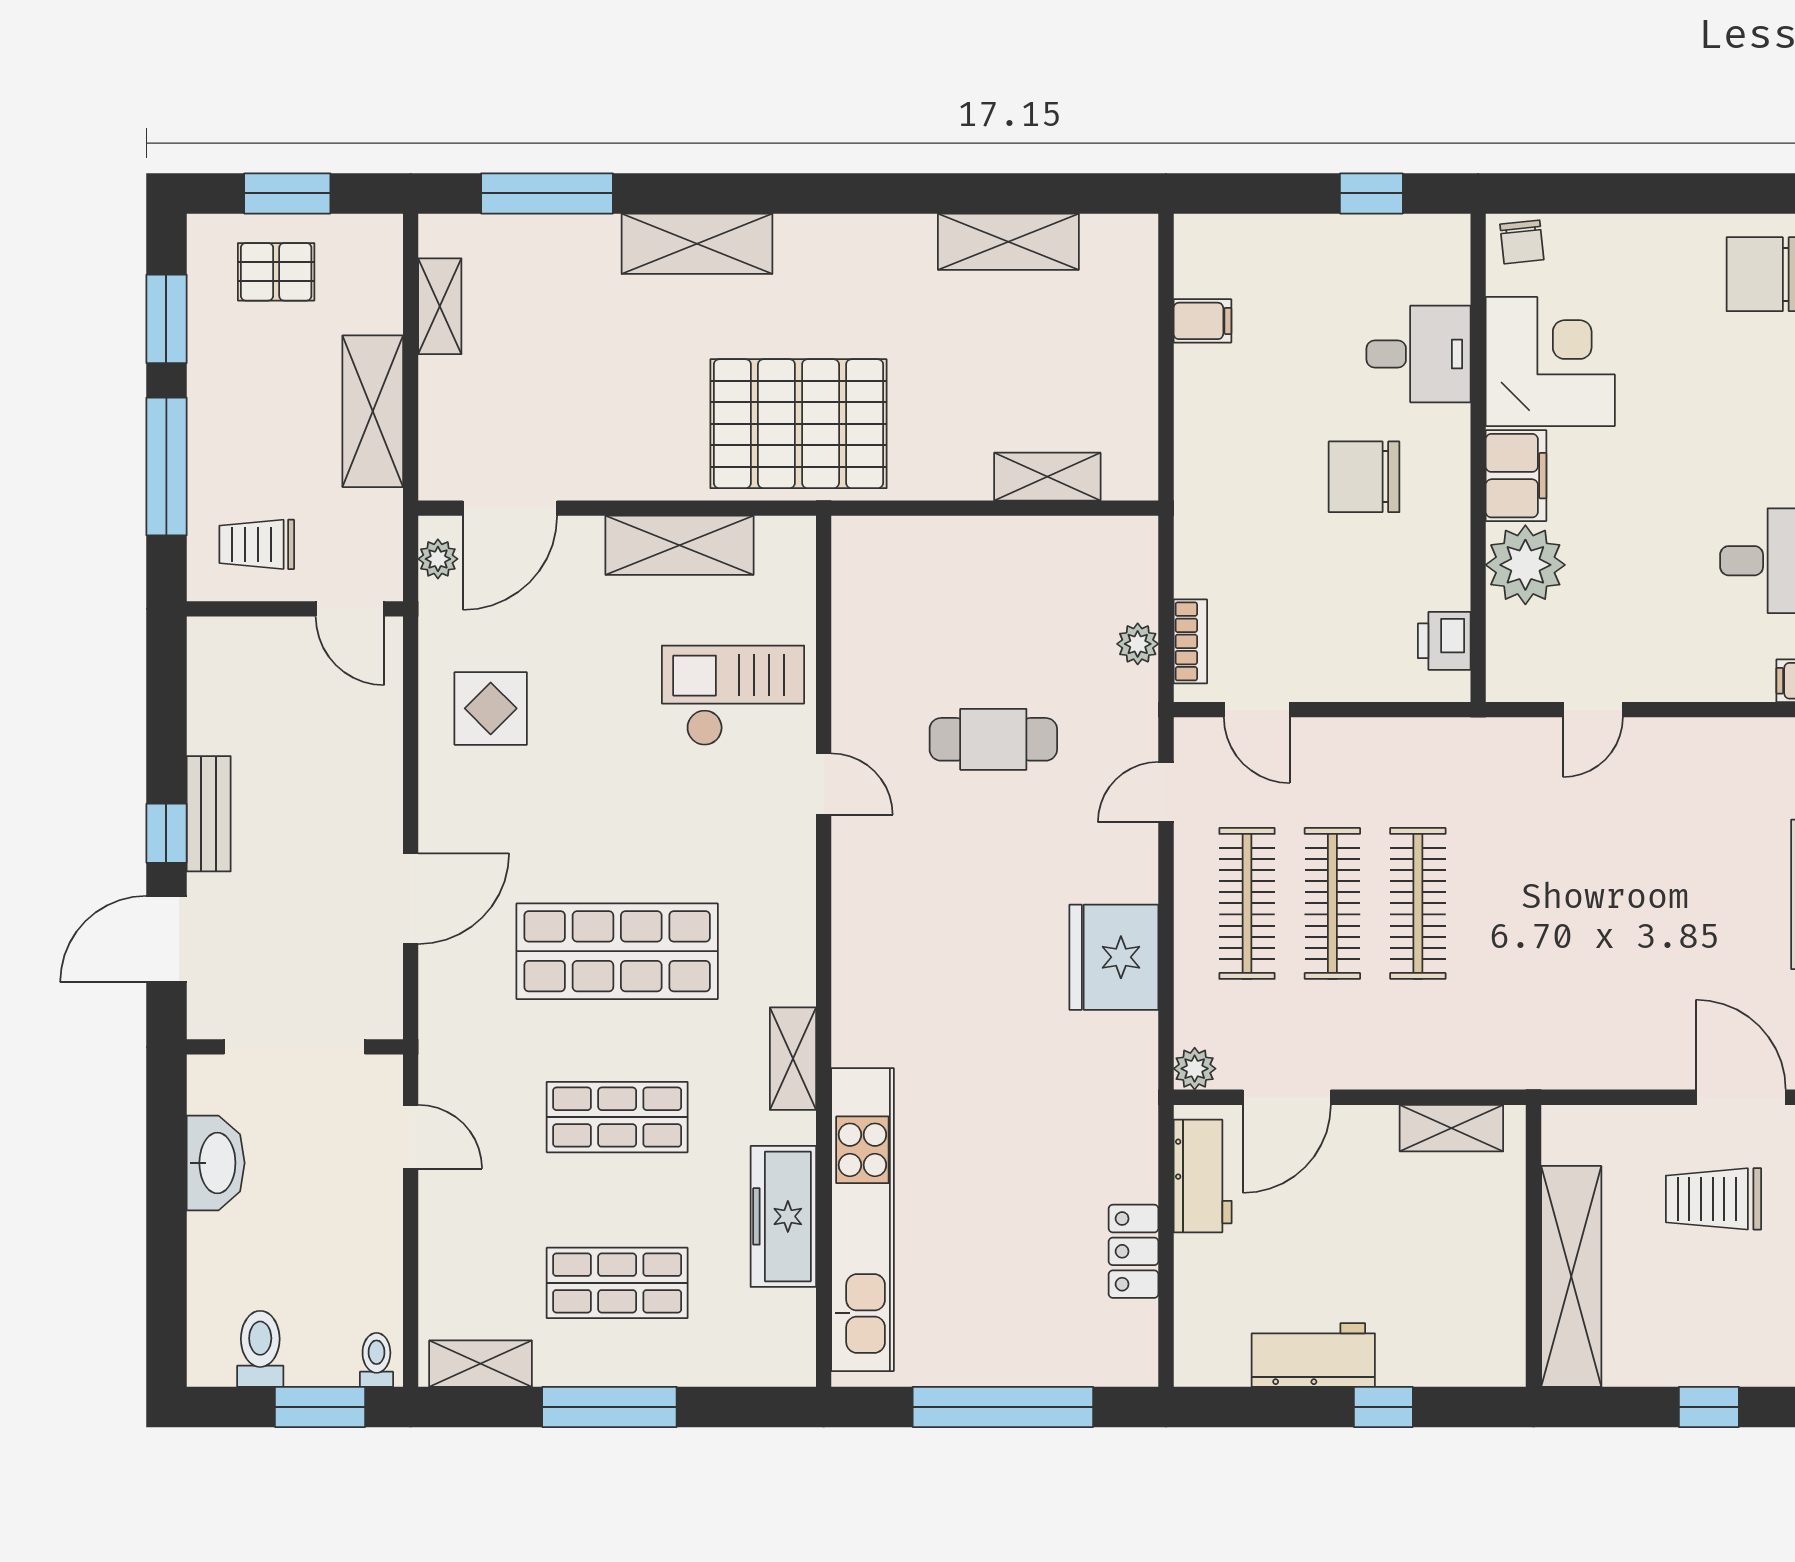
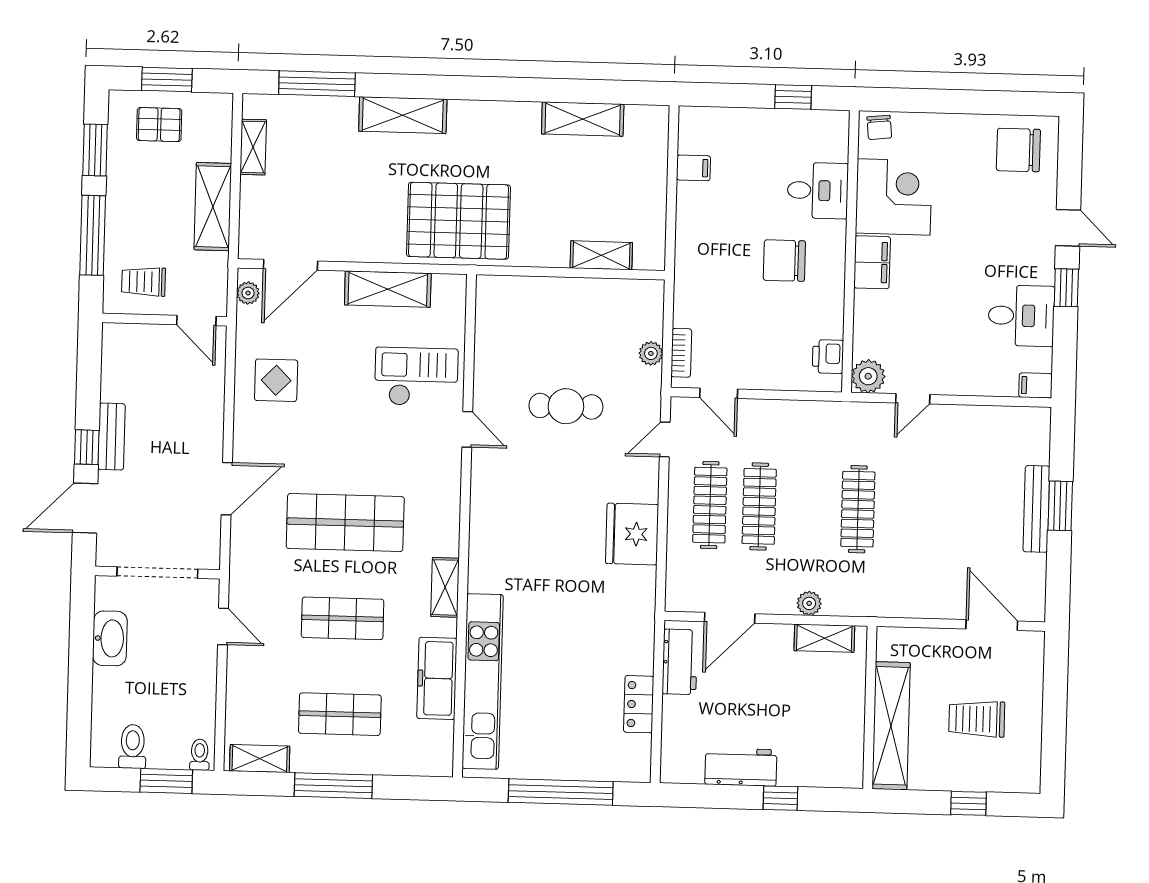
plant: (1525, 565) -> (868, 376), moved, width x0.73, depth x0.73
clothes rail: (1418, 903) -> (858, 509), moved
plant: (1195, 1069) -> (809, 603), moved
trolley: (1713, 1199) -> (977, 719), moved

